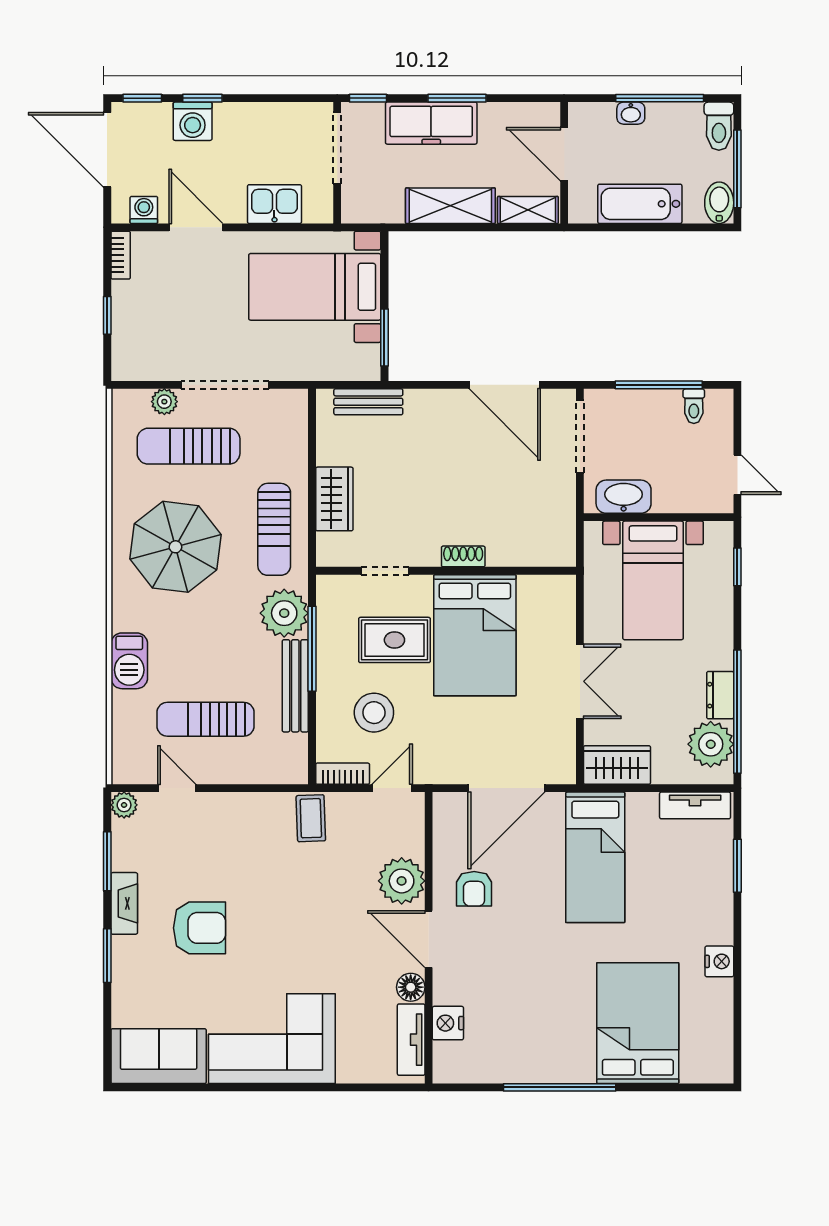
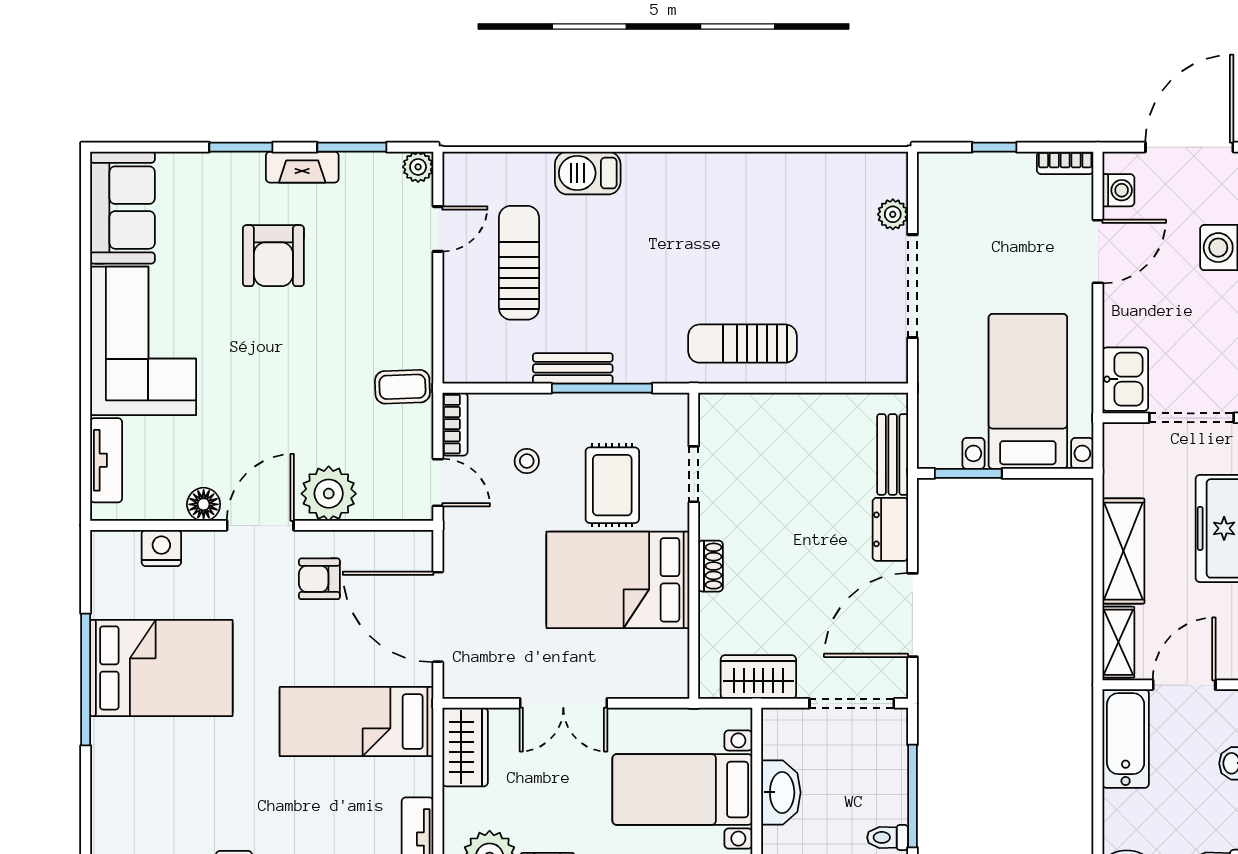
kitchen sink: (274, 204) -> (1125, 379), moved
bathtub: (640, 204) -> (1126, 739), moved
dresser: (432, 404) -> (890, 529), added
sun lounger: (189, 446) -> (840, 243), removed
washbasin: (624, 497) -> (781, 792), moved
wardrobe: (334, 499) -> (758, 677), moved, turned 180
parasol: (175, 547) -> (722, 227), removed
plant: (284, 613) -> (644, 355), removed
bench: (295, 686) -> (573, 368), width x0.73
stool: (374, 713) -> (527, 461), width x0.53, depth x0.53
bed: (638, 1023) -> (161, 668), moved
tv unit: (411, 1040) -> (106, 460), moved, turned 90

